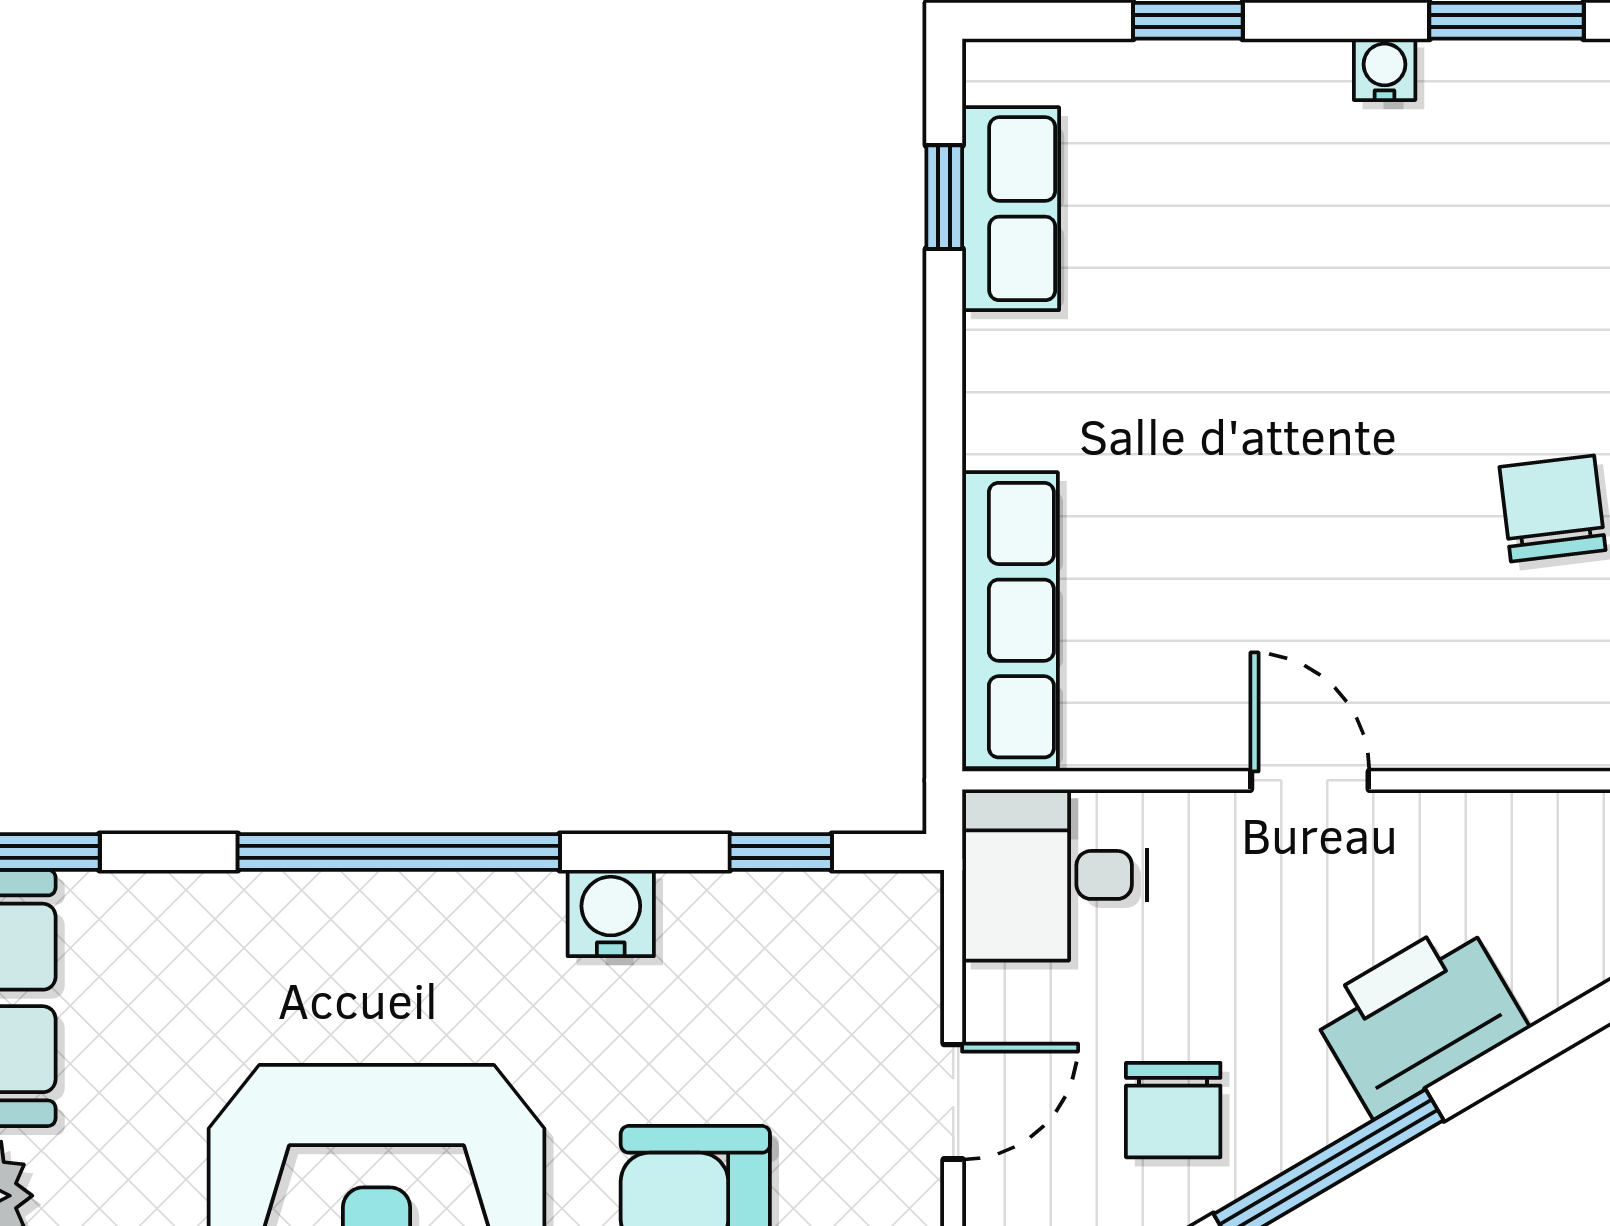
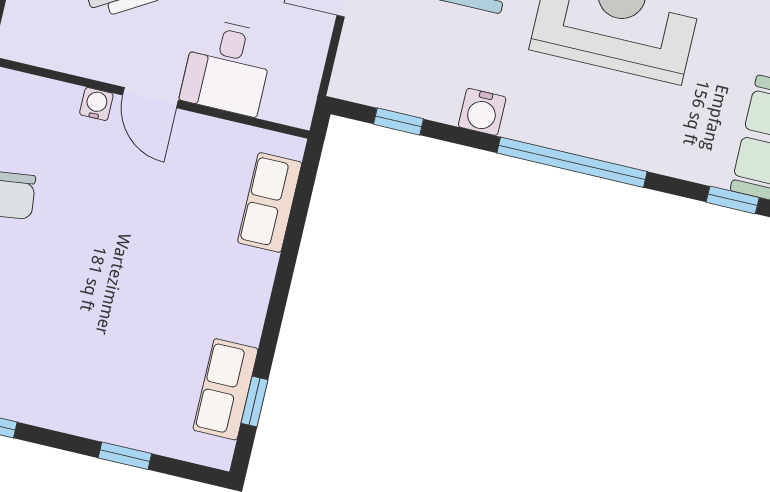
water cooler: (1385, 69) -> (96, 104), moved, turned 180
row of seats: (1010, 620) -> (270, 202), width x0.68
desk: (1054, 875) -> (227, 67), moved, turned 90

